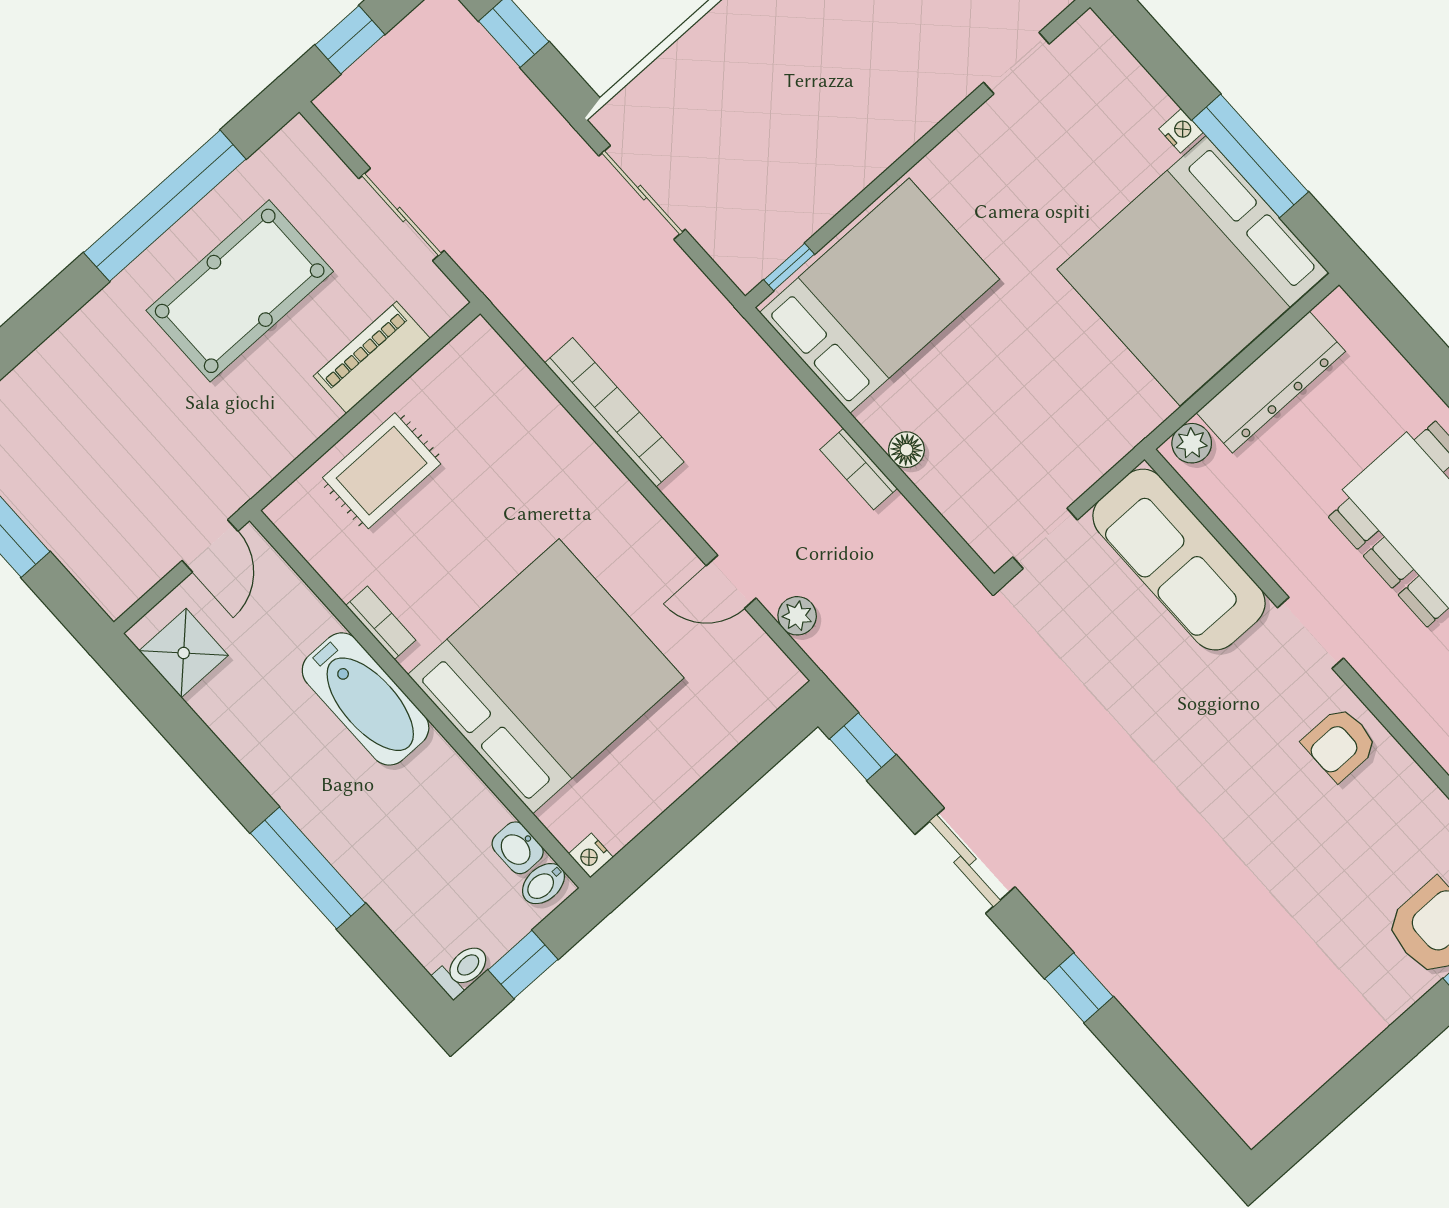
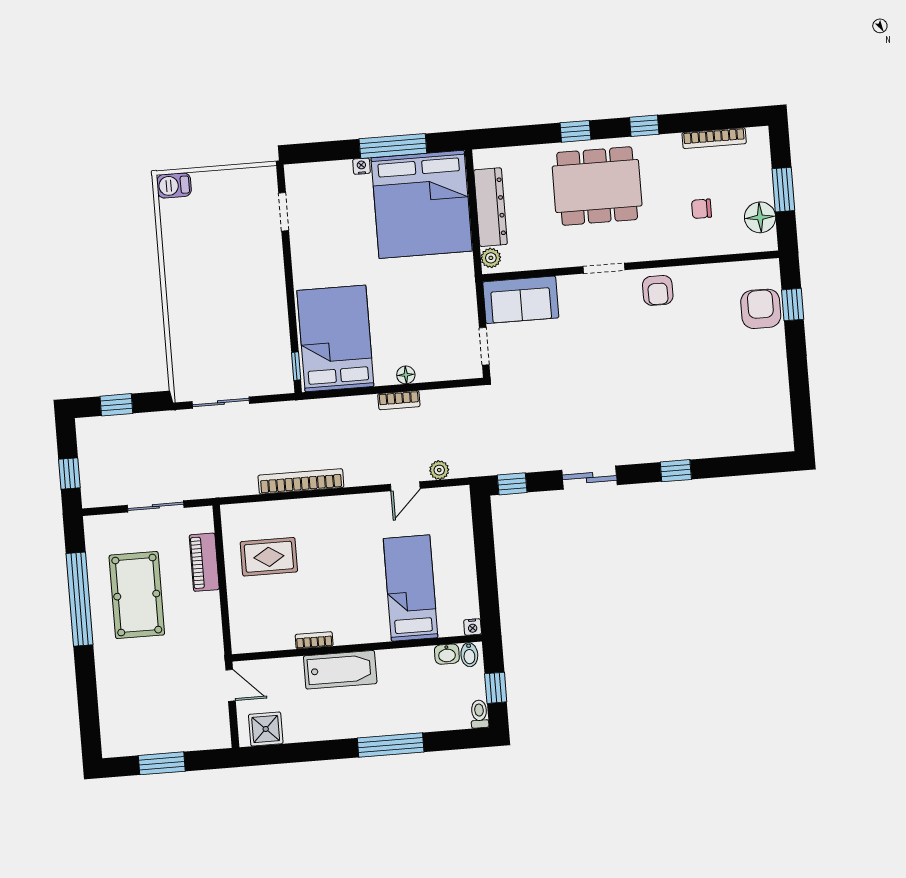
rug: (382, 471) -> (269, 557), moved, turned 90
sofa: (1179, 560) -> (521, 300), width x0.73
bed: (546, 676) -> (411, 588), width x0.49

